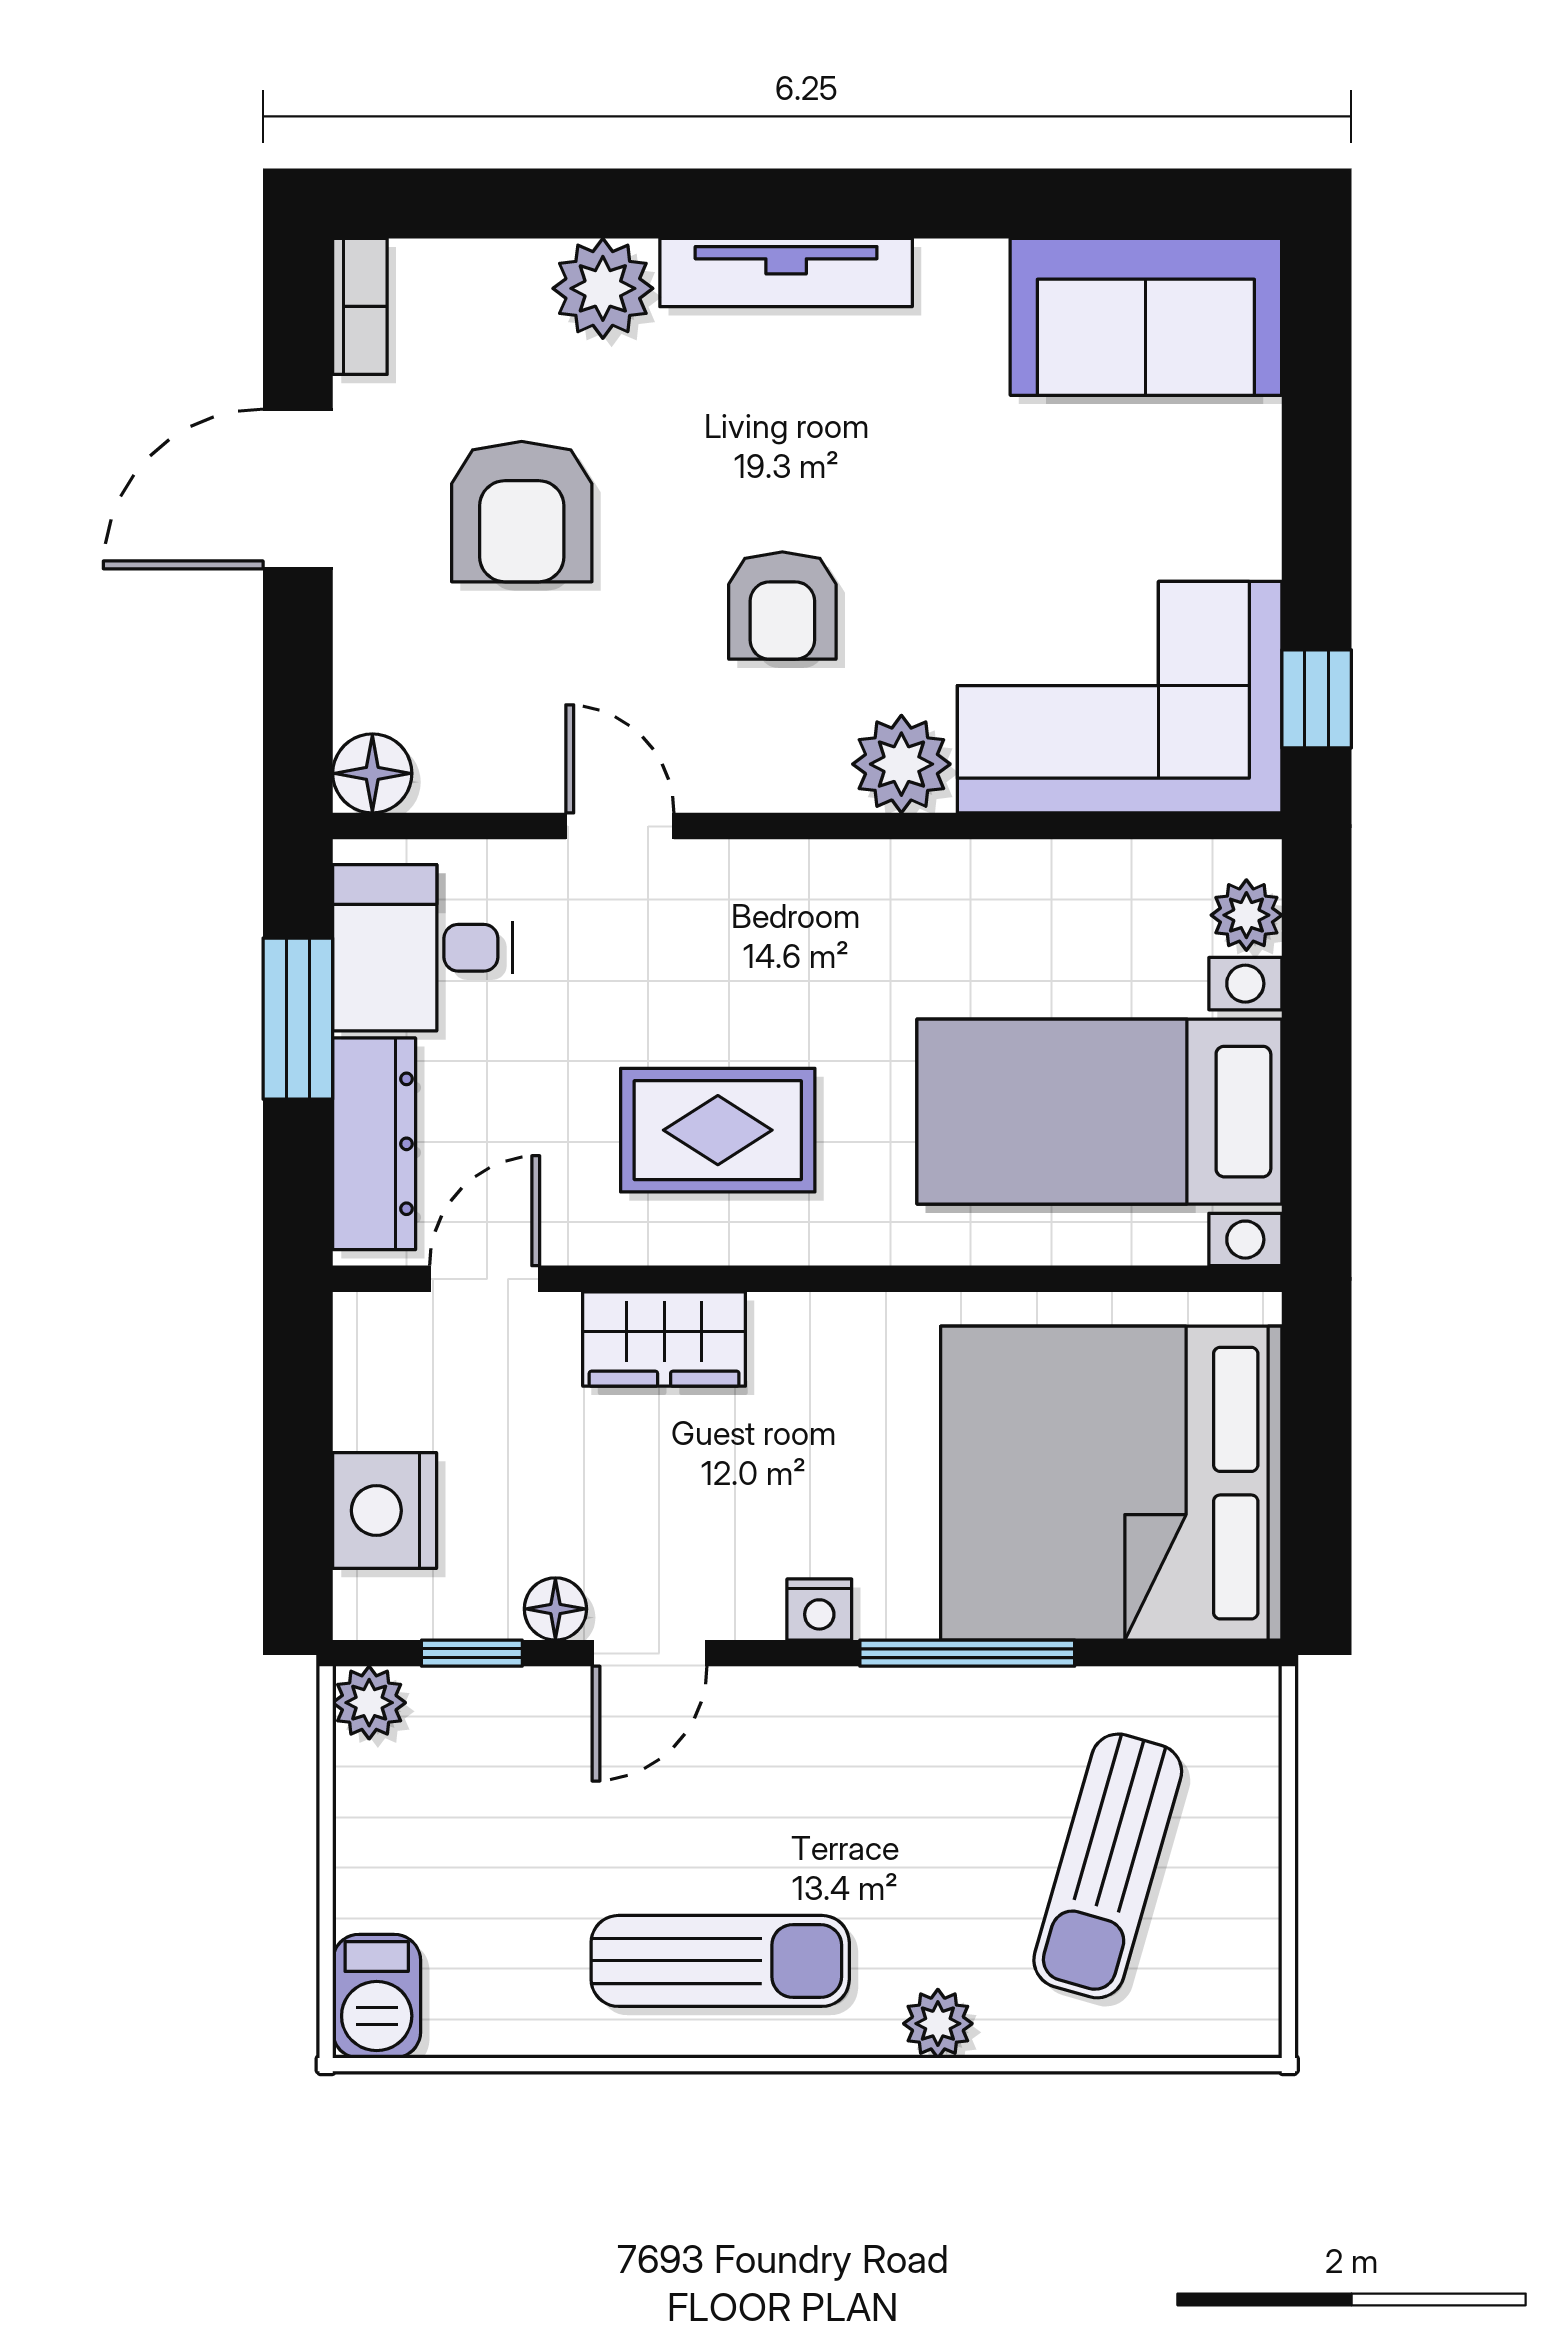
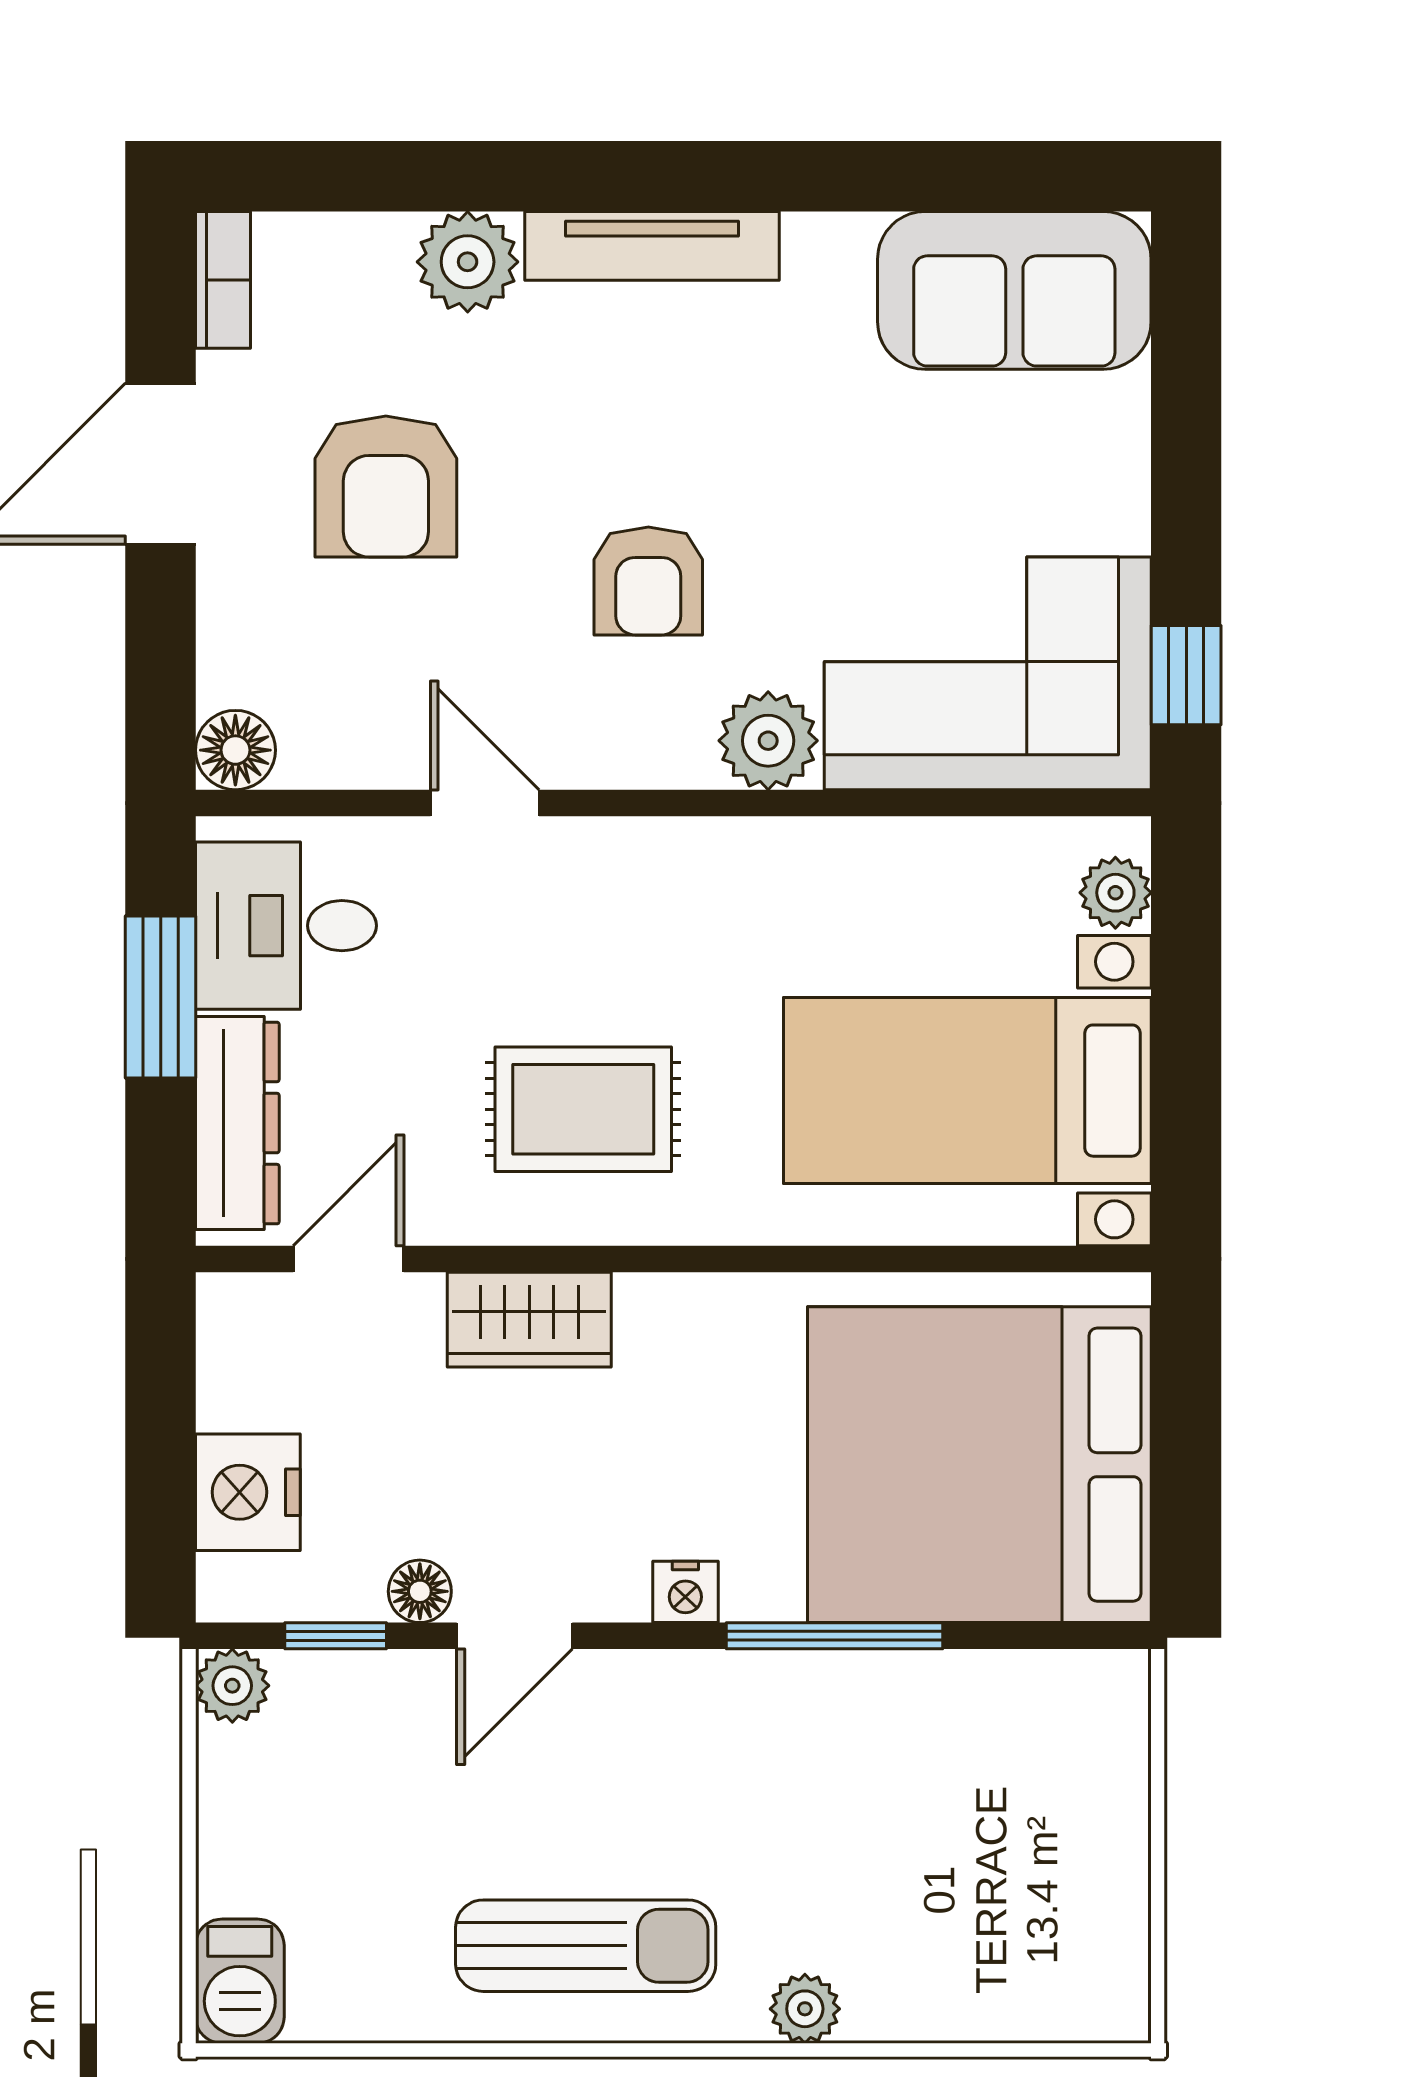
sun lounger: (1108, 1866) -> (976, 1850), removed

